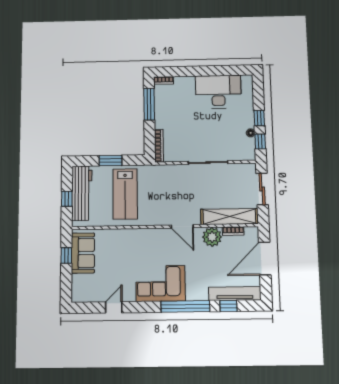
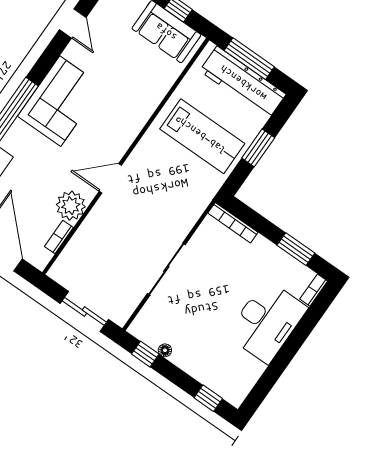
desk: (218, 92) -> (267, 321), moved
window: (149, 104) -> (296, 249), width x0.69
window: (259, 118) -> (208, 398), moved
lab bench: (125, 194) -> (202, 136), turned 180
window: (67, 199) -> (249, 59), width x2.17
shelving: (229, 217) -> (80, 246), removed

